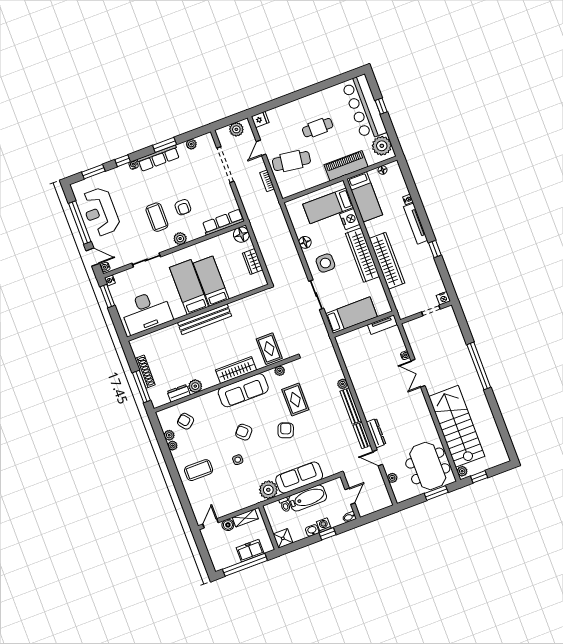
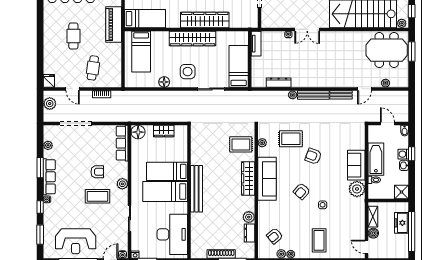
cafe table: (291, 161) -> (93, 68), width x0.73, depth x0.74
nightstand: (350, 219) -> (159, 38), removed
dresser: (376, 433) -> (279, 83), moved
sofa: (299, 478) -> (356, 165), width x0.73

